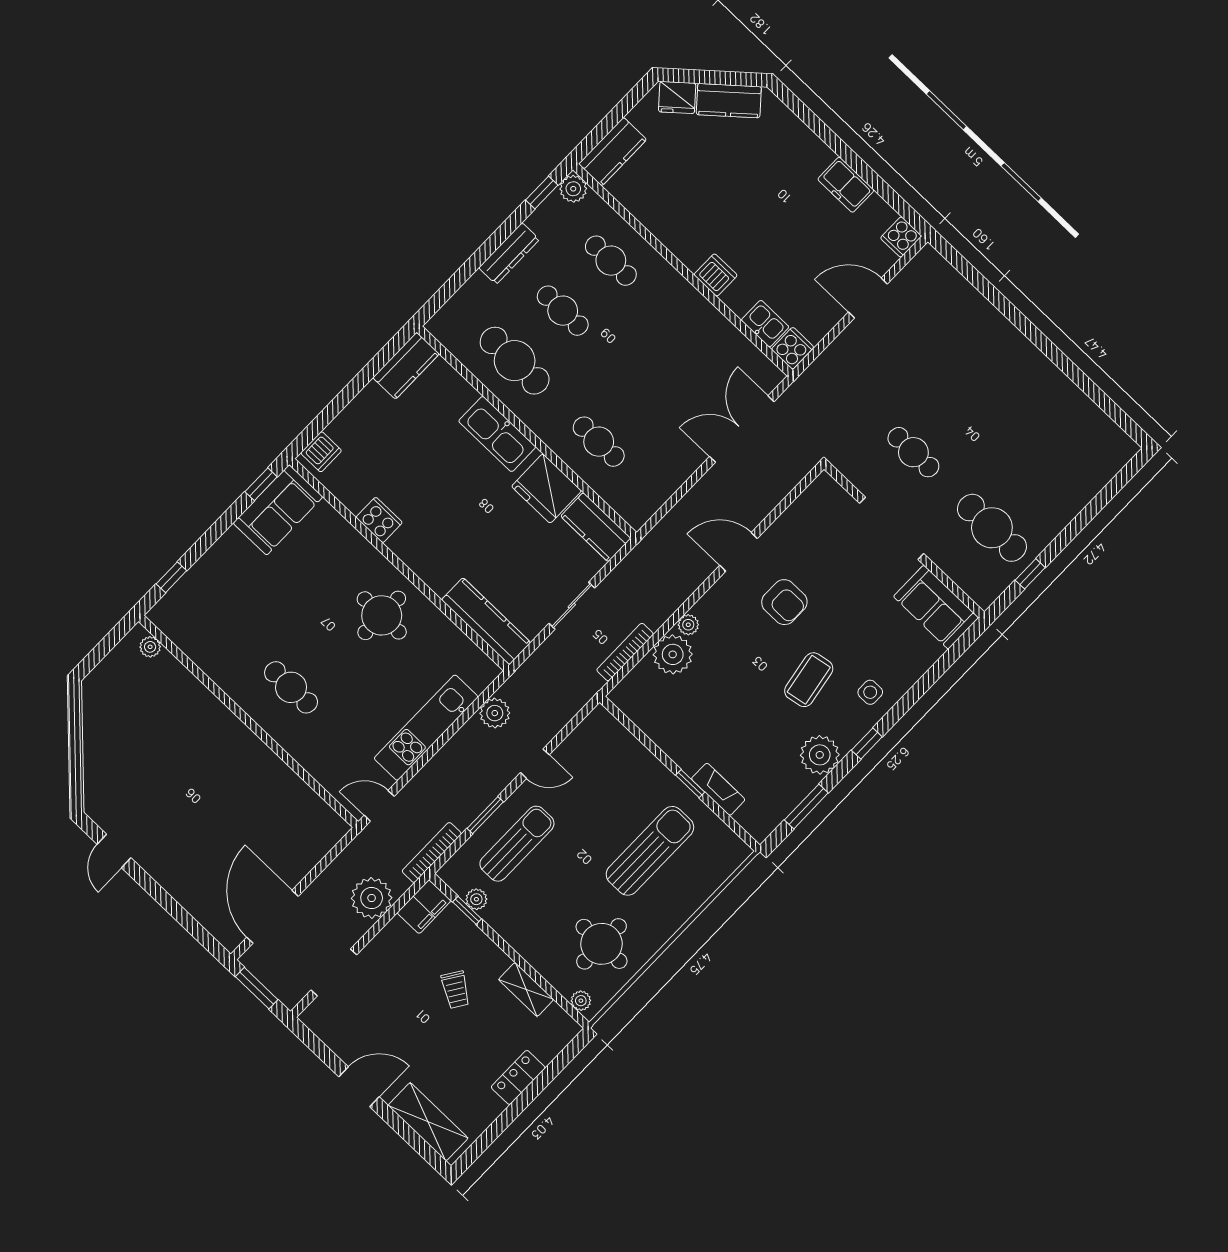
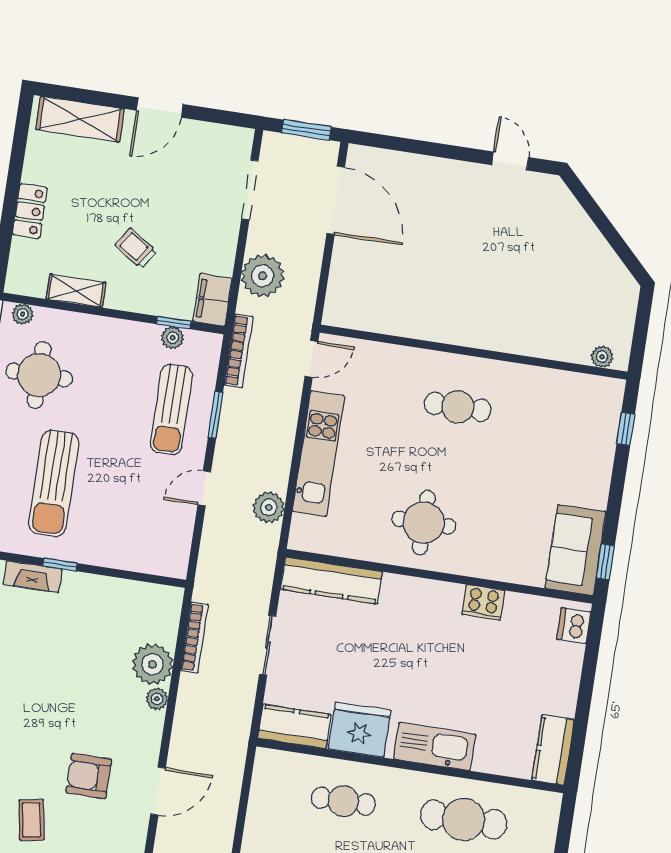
coffee table: (809, 680) -> (32, 820), moved, width x0.73, depth x0.77

